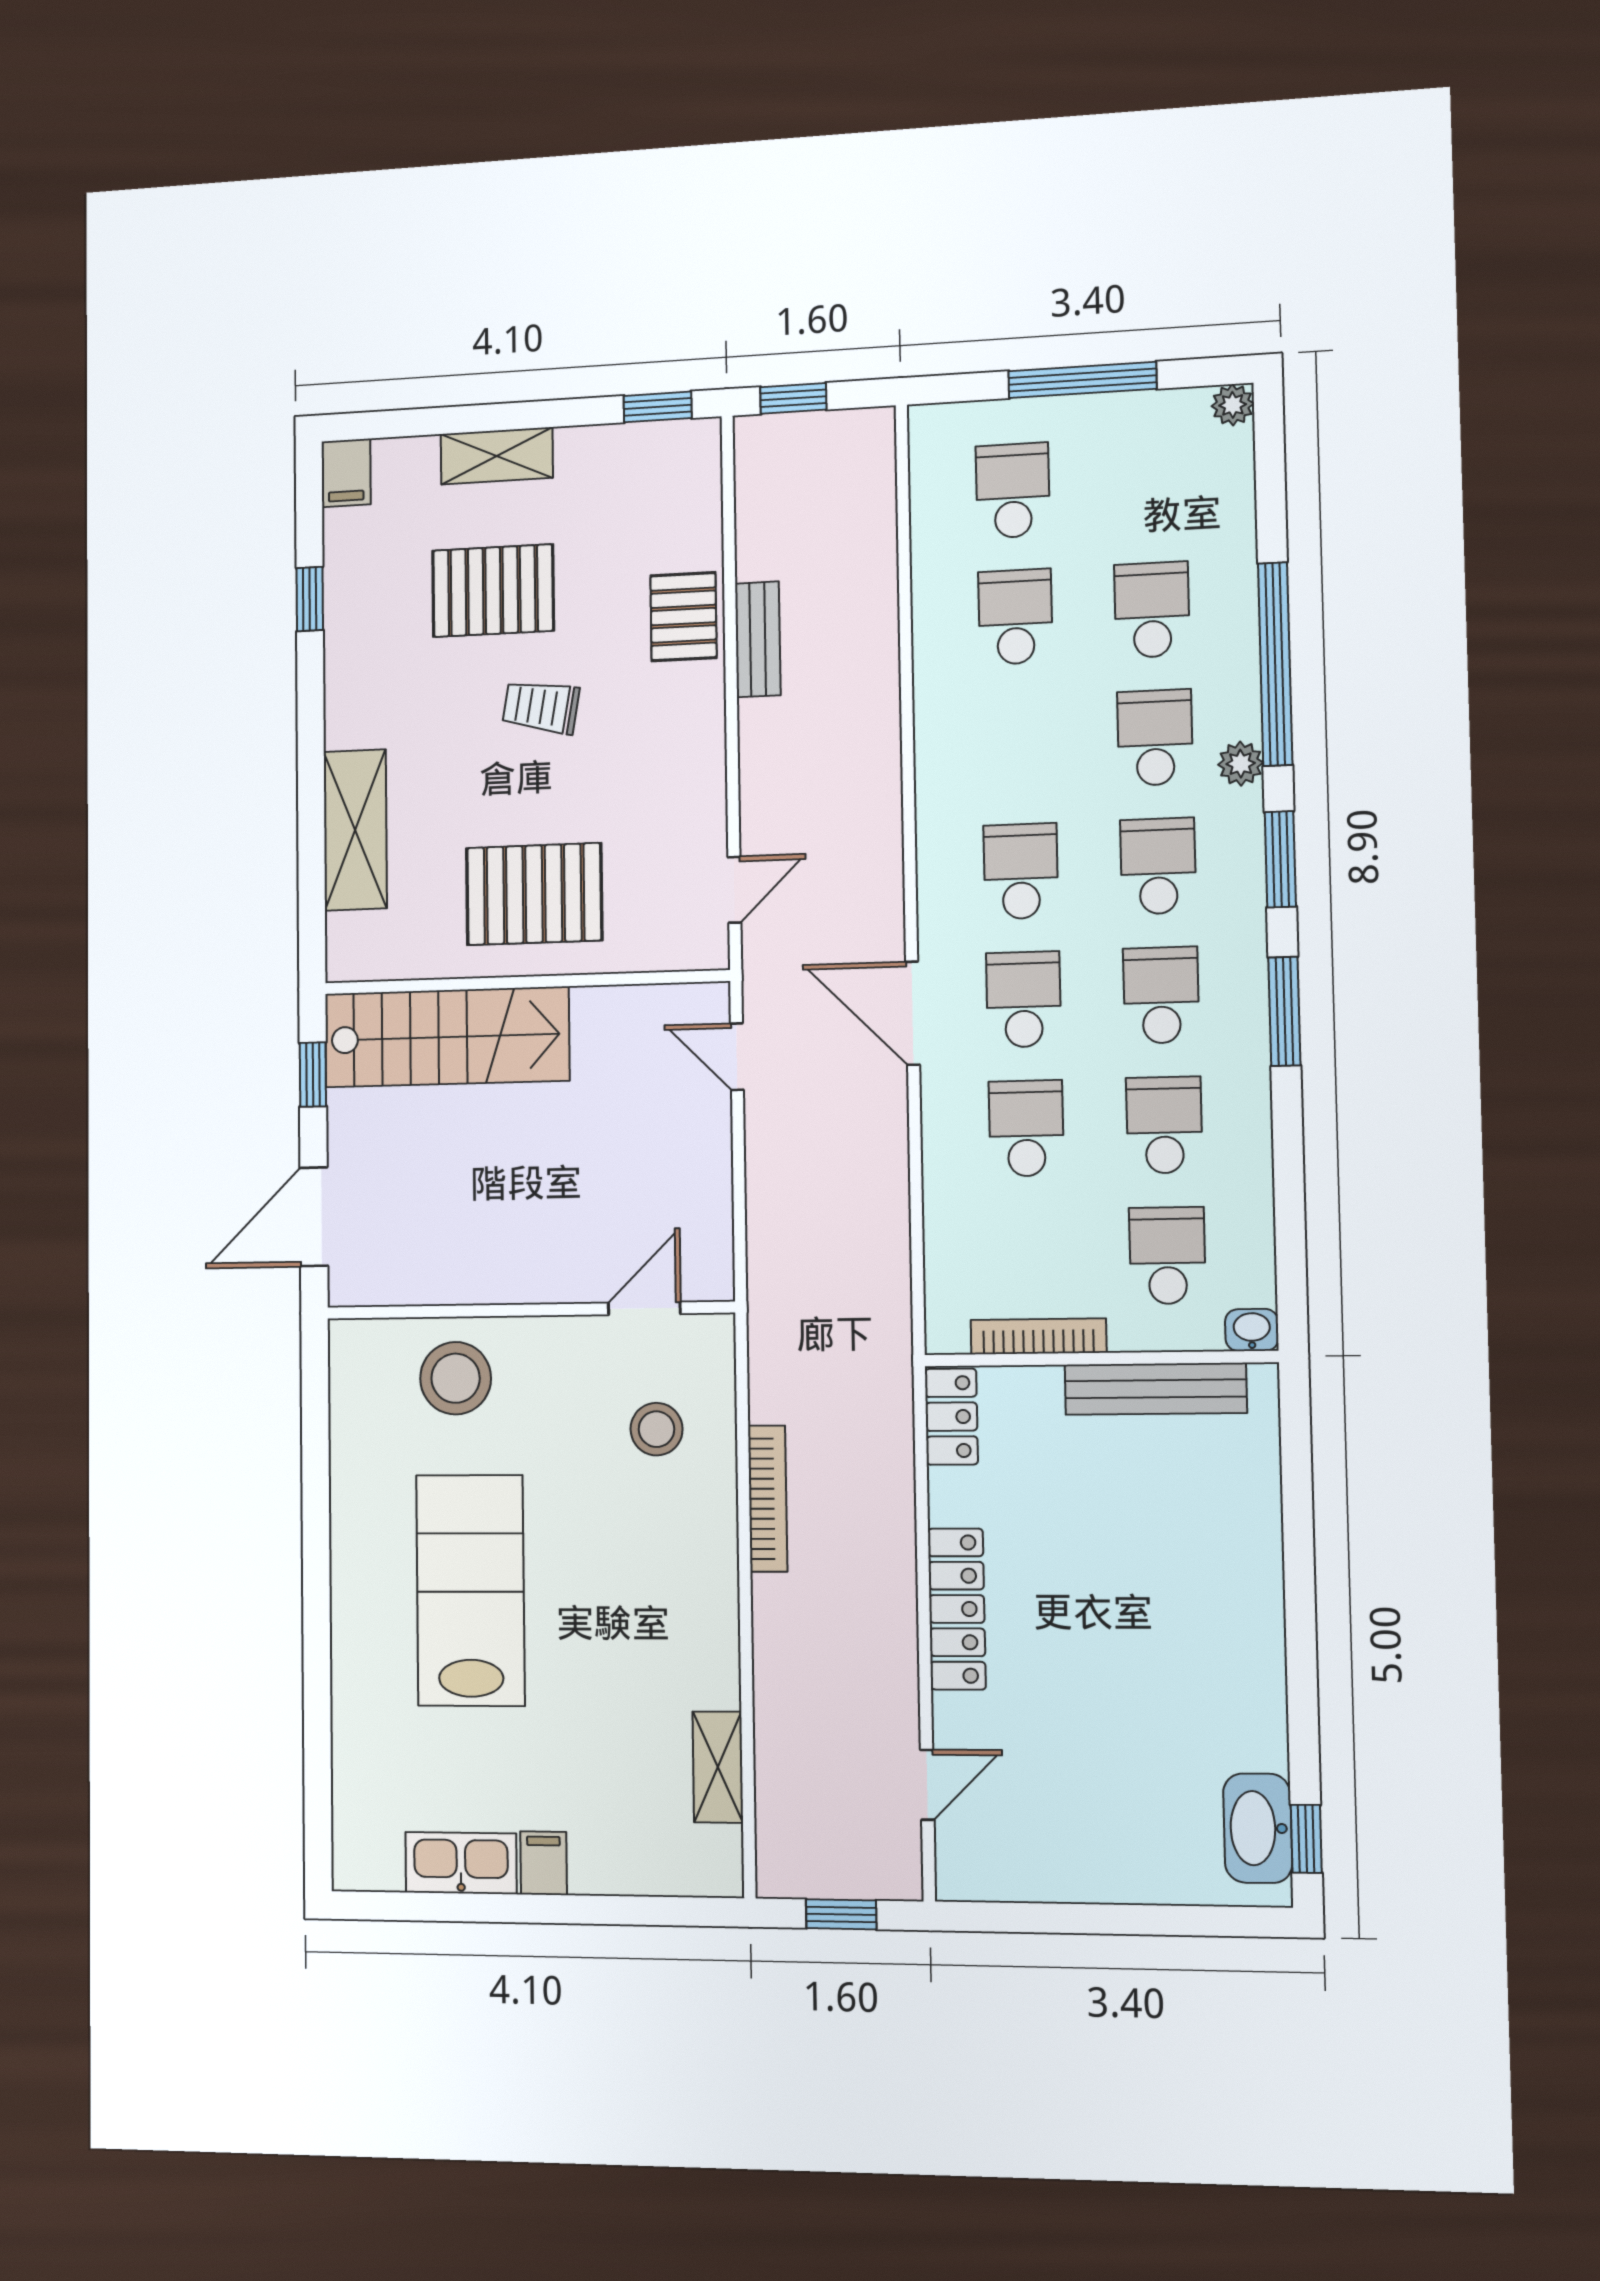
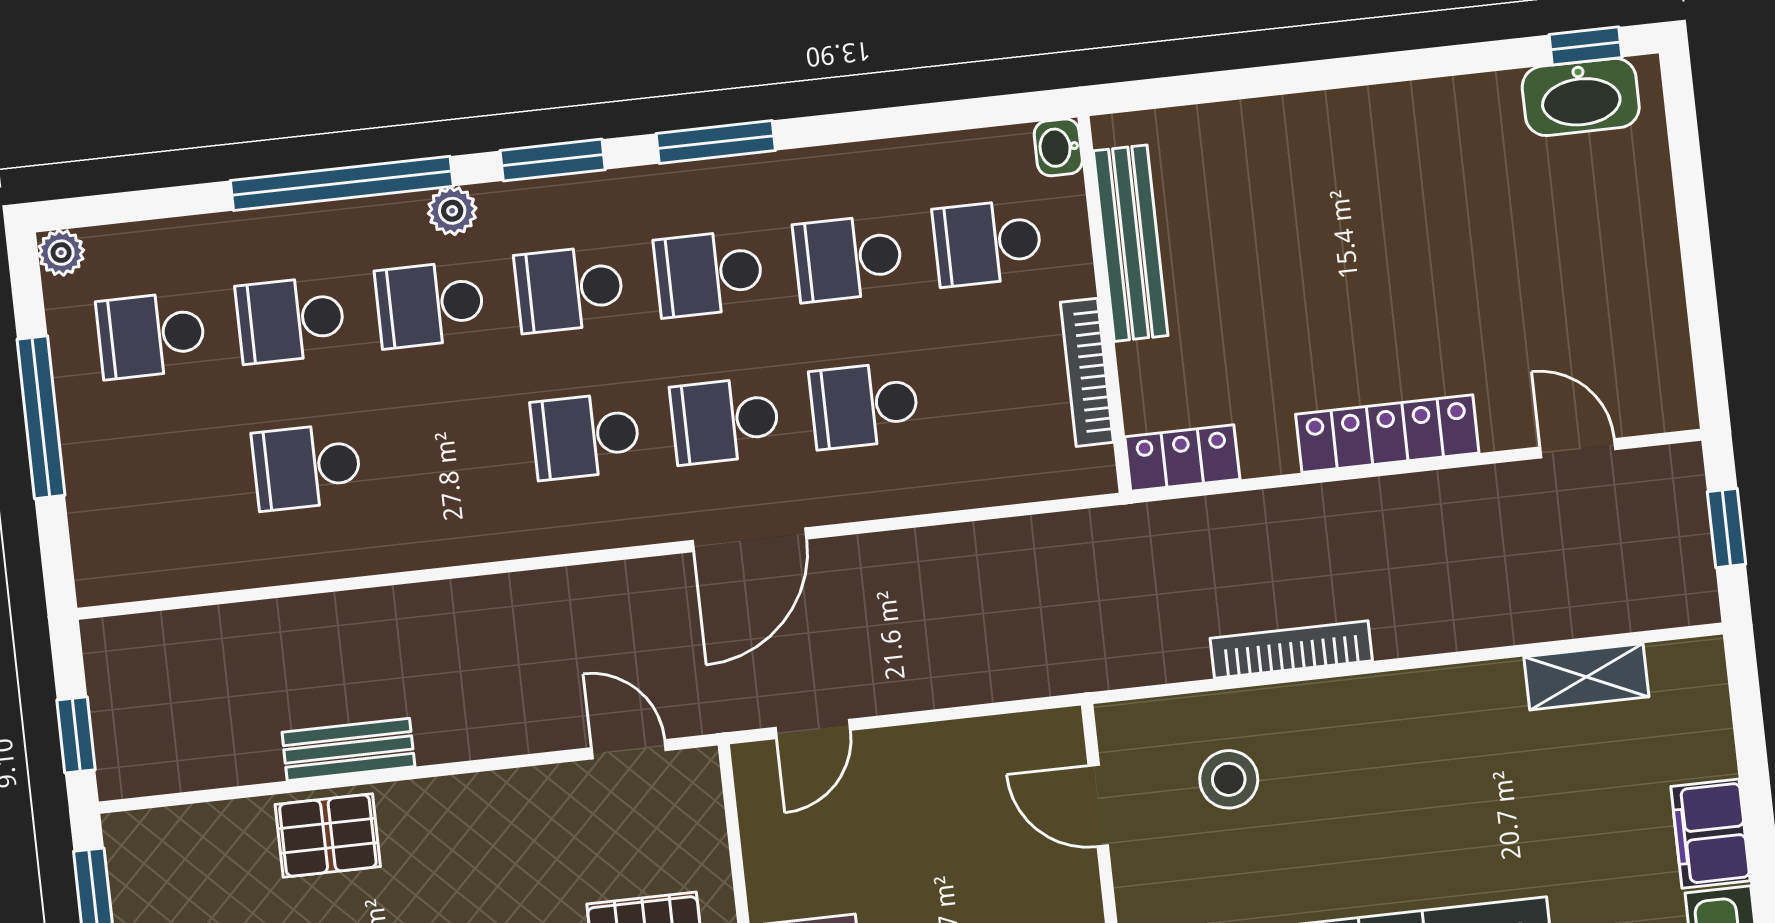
school desk: (1013, 491) -> (151, 335), moved
filing cabinet: (544, 1863) -> (1710, 834), width x2.00

